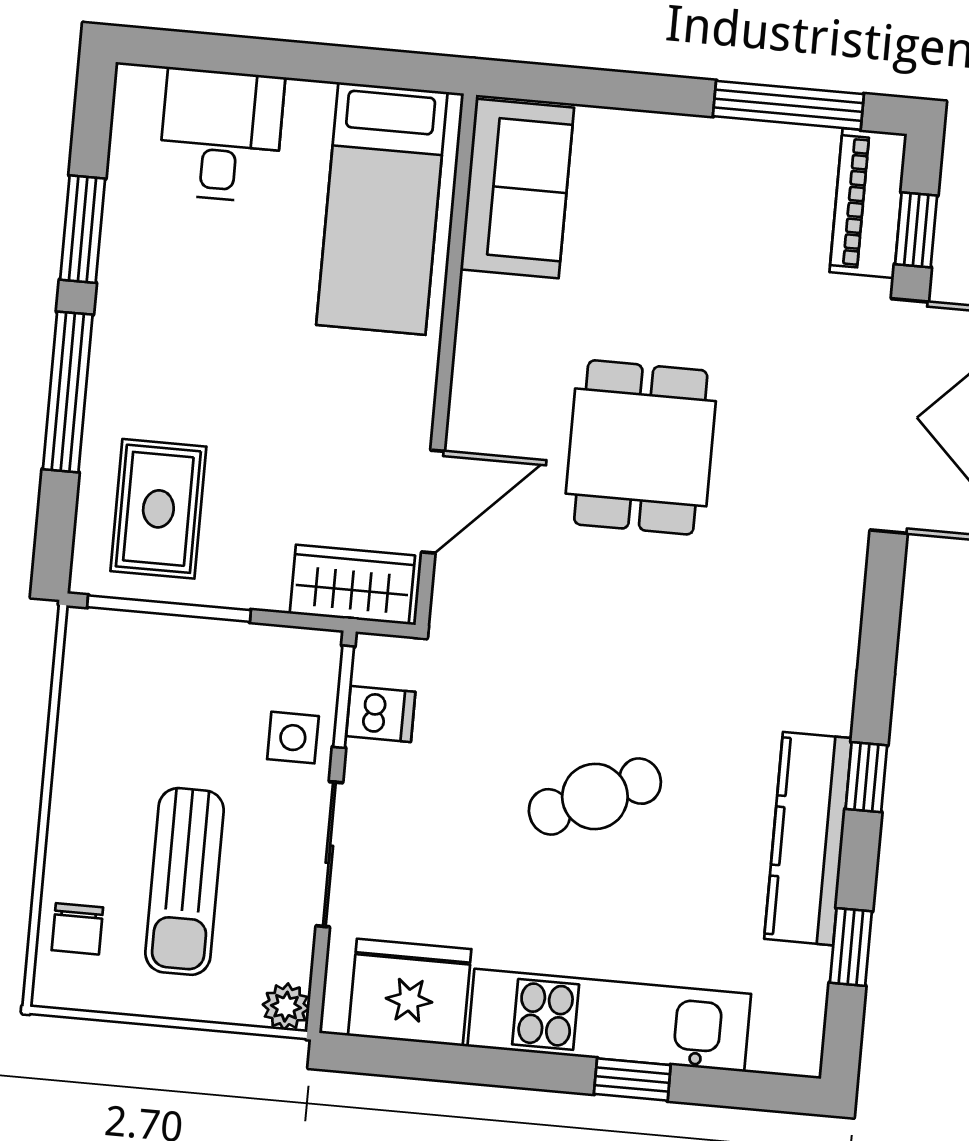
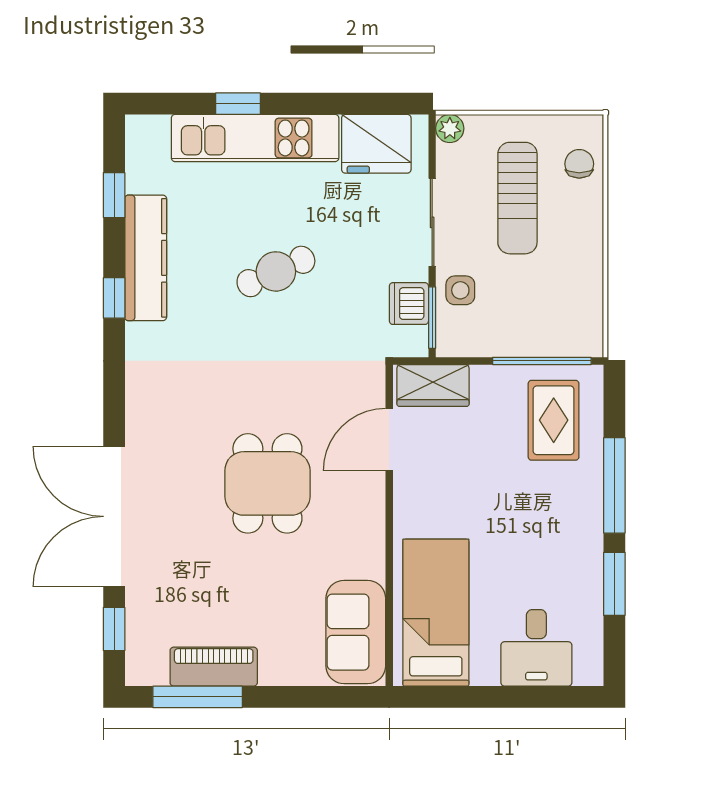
piano: (868, 203) -> (214, 667), moved, turned -90
dishwasher: (381, 714) -> (409, 304), width x1.38
sun lounger: (185, 881) -> (517, 198), turned 180

